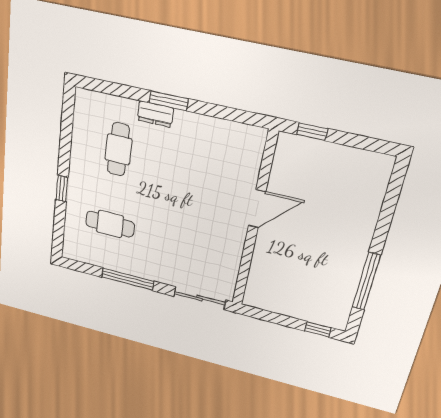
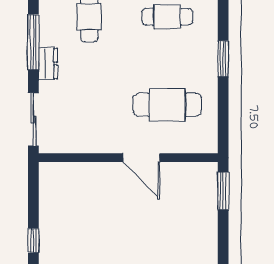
dresser: (155, 114) -> (48, 64), moved, turned 180
window: (312, 132) -> (223, 191), width x1.50
cafe table: (207, 170) -> (167, 105), added

